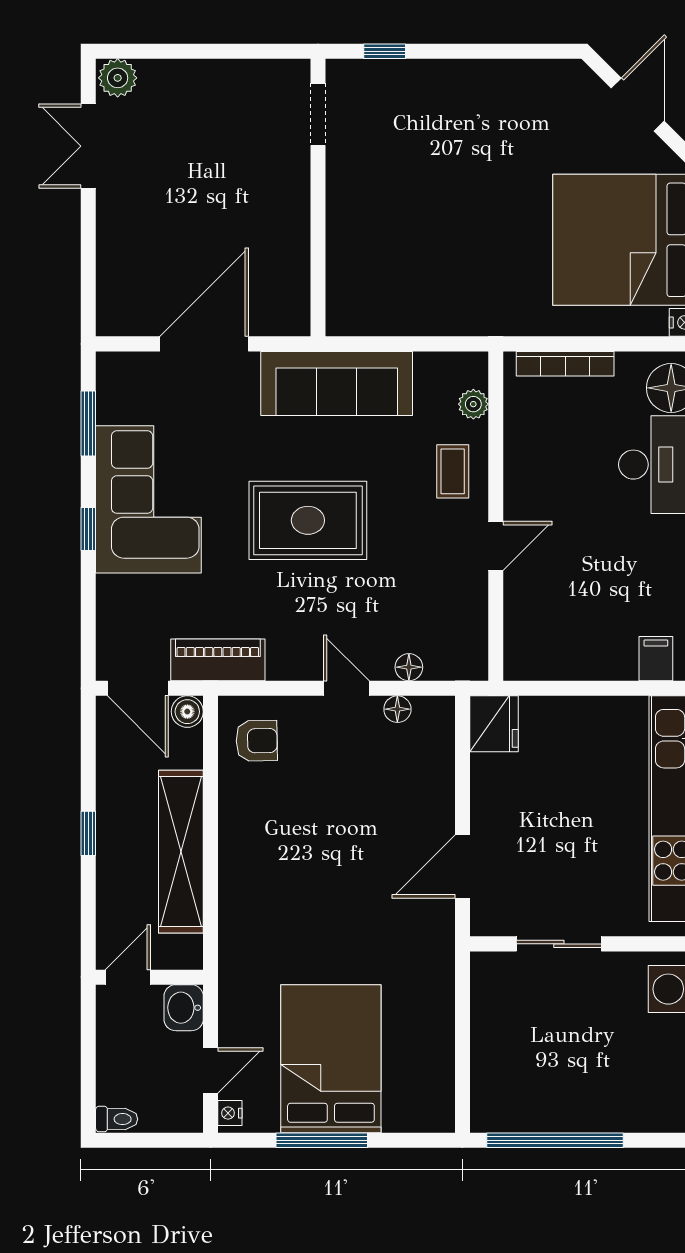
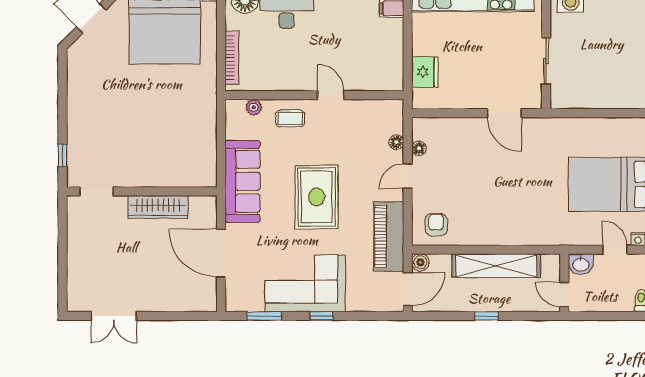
plant: (118, 78) -> (77, 300), removed
wardrobe: (289, 227) -> (158, 207), added
piano: (218, 660) -> (389, 236), width x1.37, depth x1.33
fridge: (494, 724) -> (425, 72), moved, turned 90

